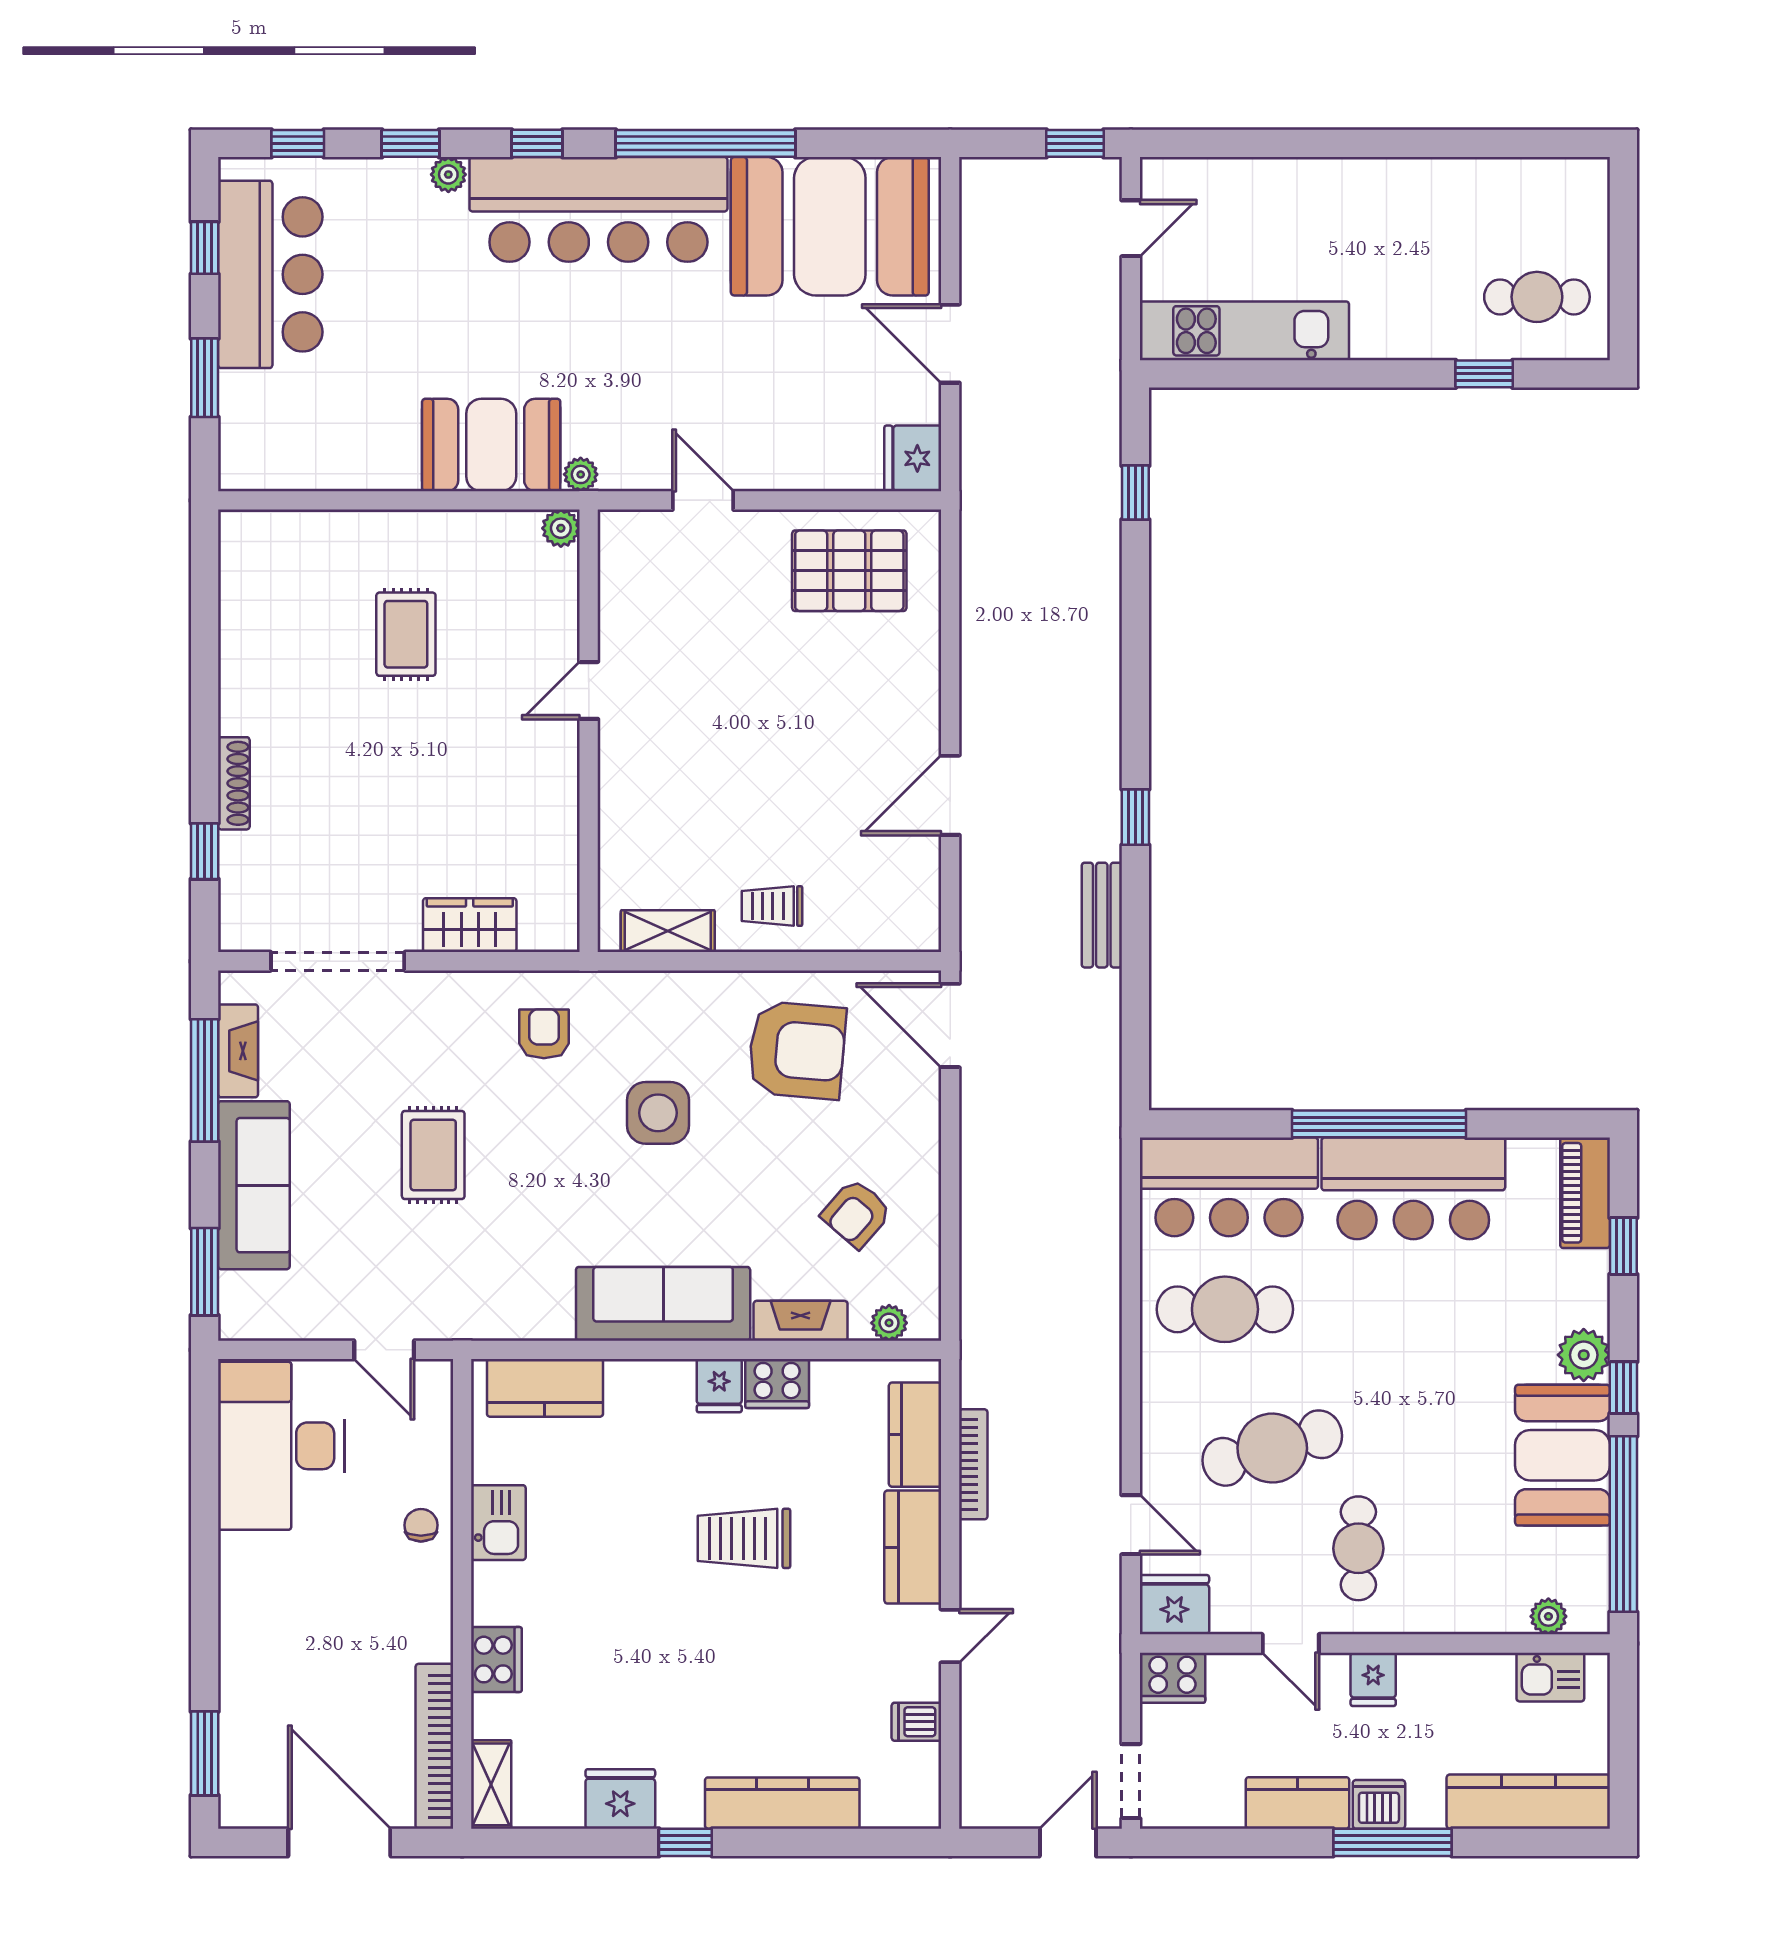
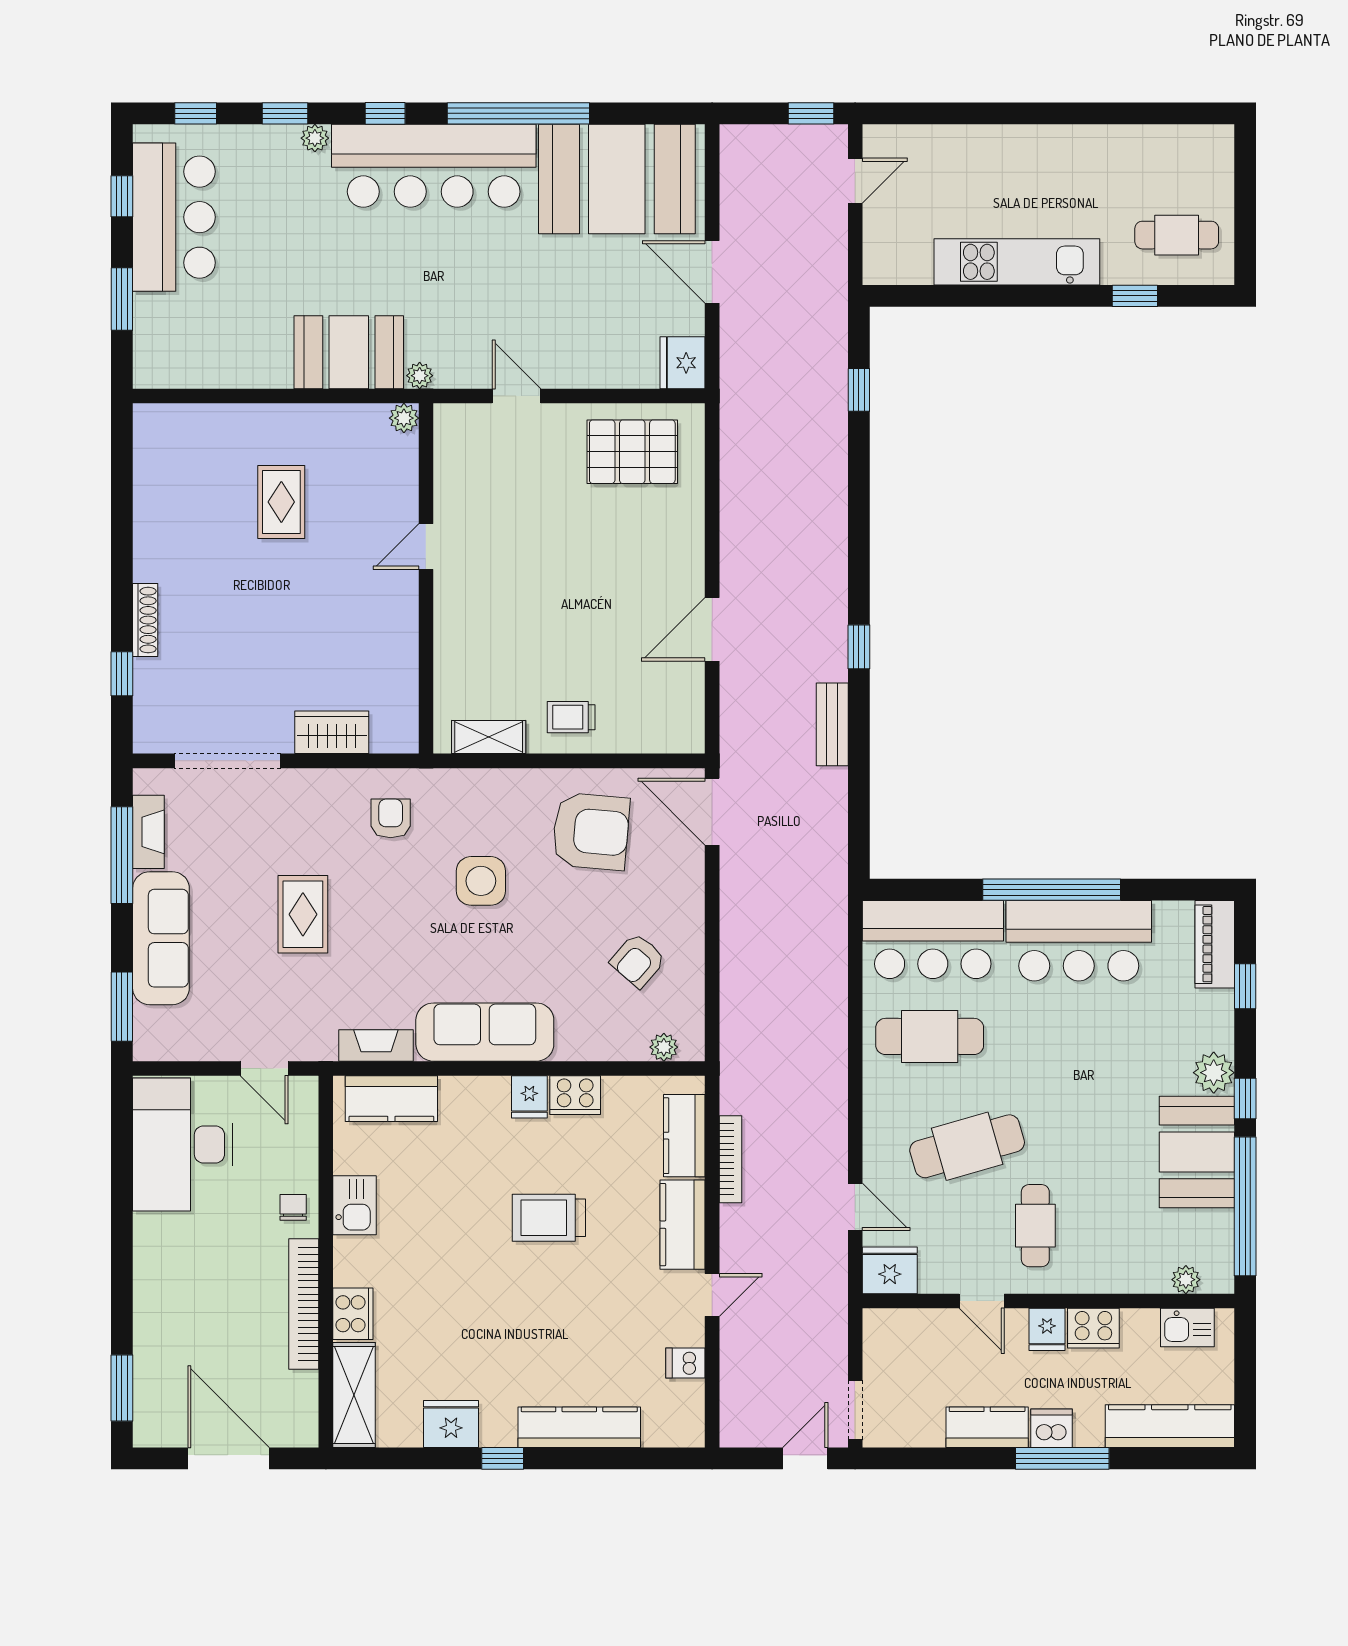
kitchen unit: (1244, 331) -> (1017, 262), moved
fireplace: (801, 1321) -> (376, 1046), moved
cooker: (1172, 1678) -> (1093, 1328), moved
bookcase: (434, 1746) -> (304, 1304), moved
shelving: (491, 1784) -> (354, 1395), width x1.50, depth x1.33

